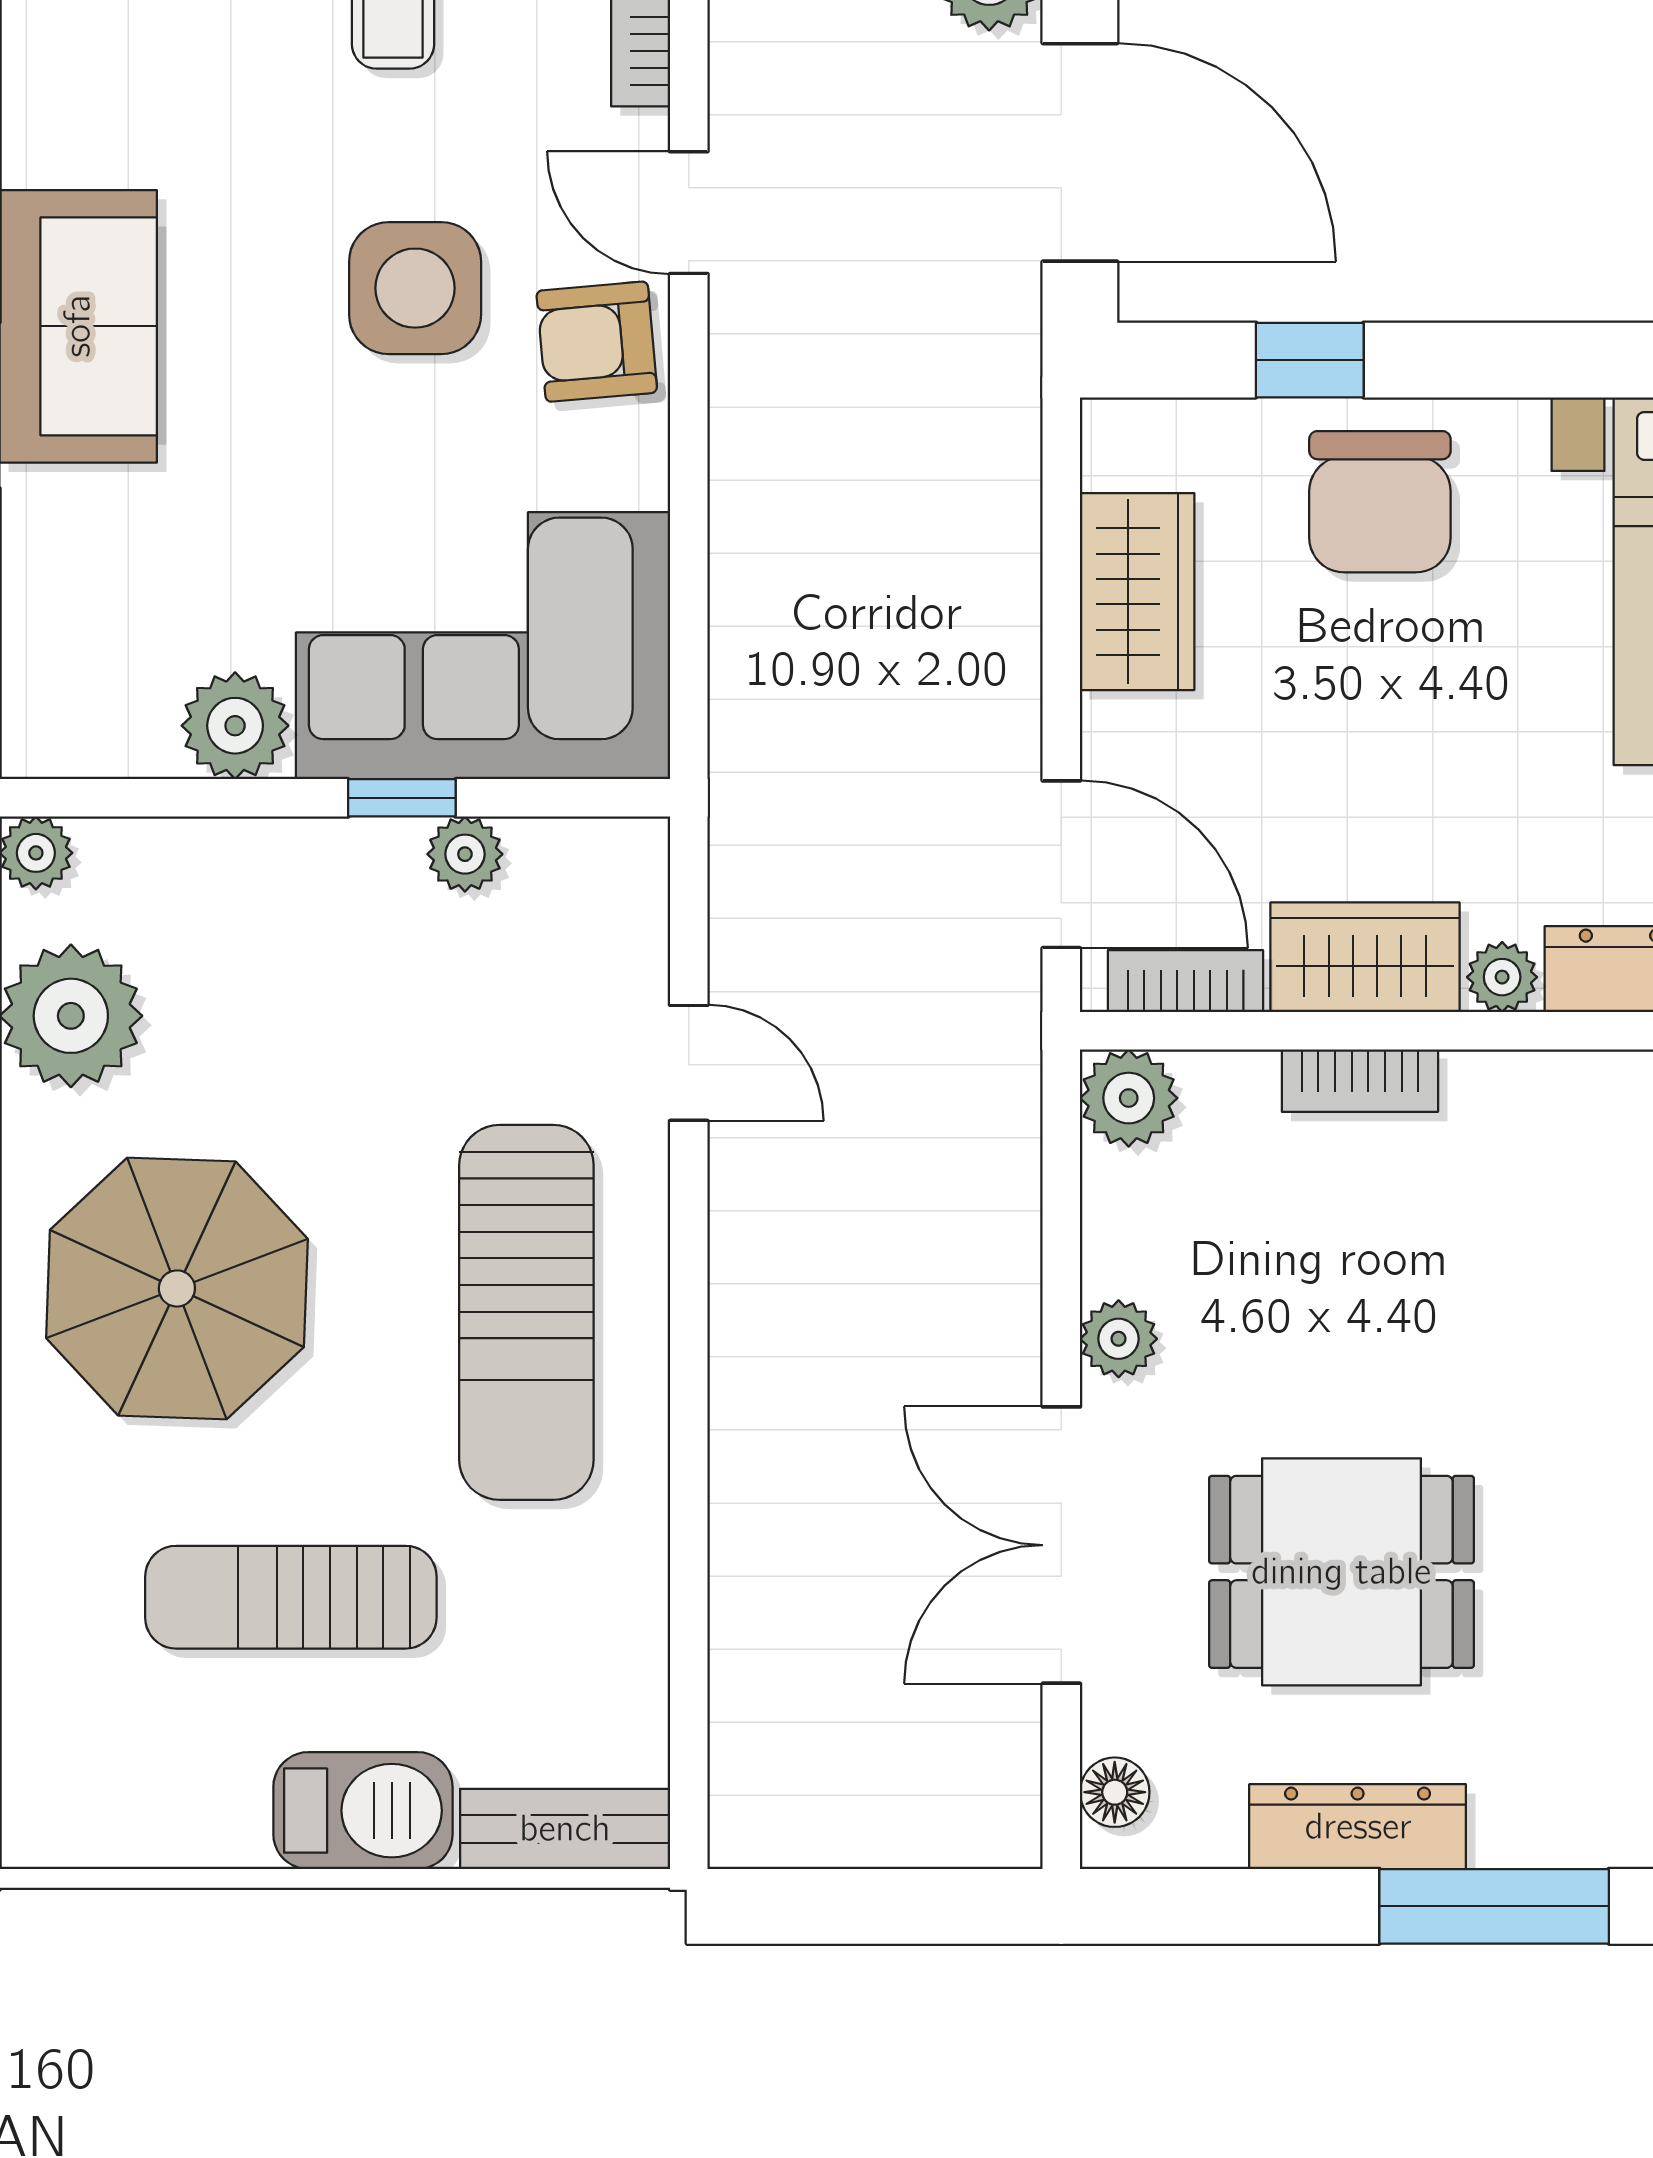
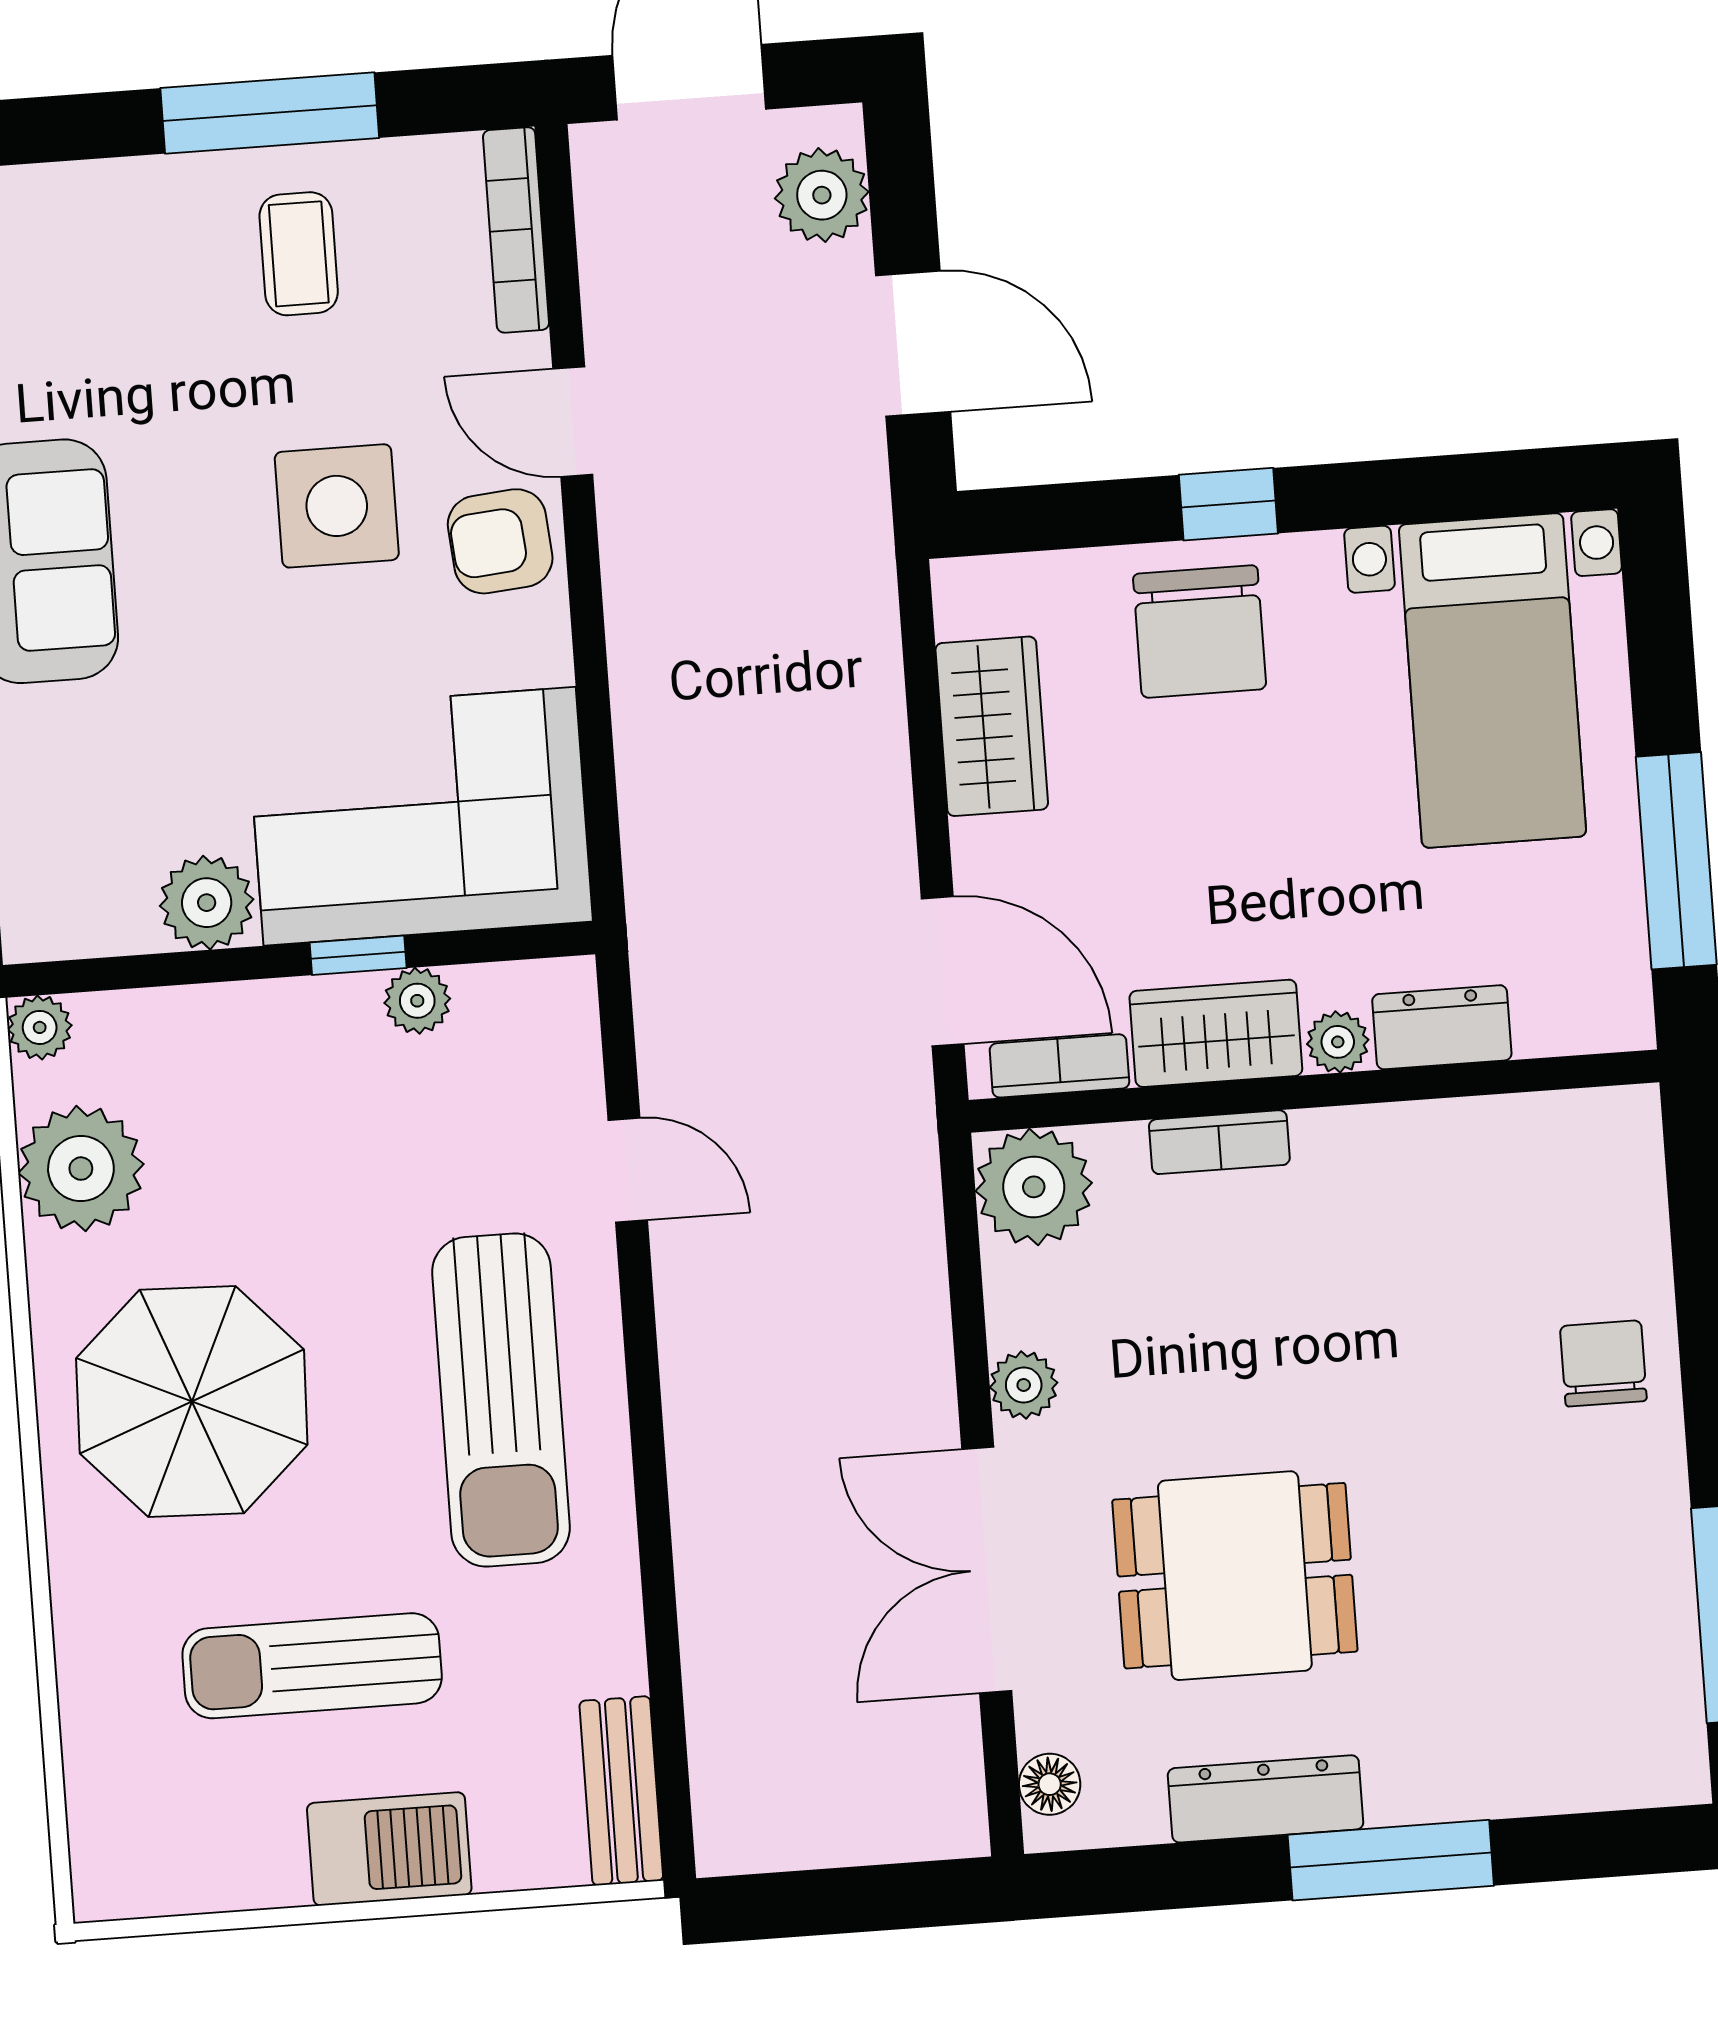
door: (1080, 152) -> (913, 344), width x0.73
window: (1310, 360) -> (1228, 504), moved
plant: (1129, 1098) -> (1034, 1187), width x1.36, depth x1.36
bench: (565, 1829) -> (621, 1791), moved, turned 90

